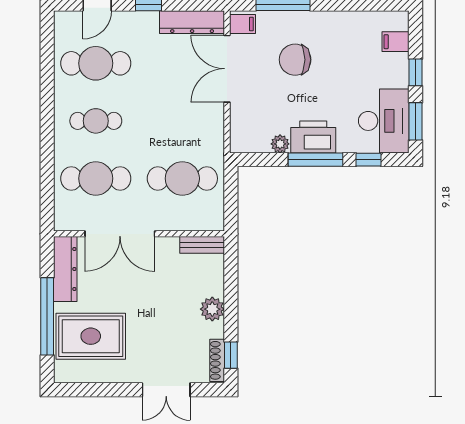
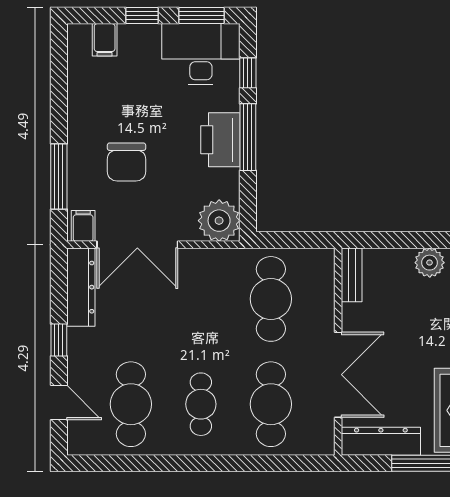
plant: (280, 144) -> (219, 221), moved, width x1.87, depth x1.87

